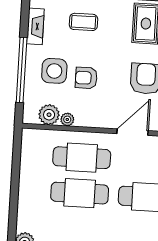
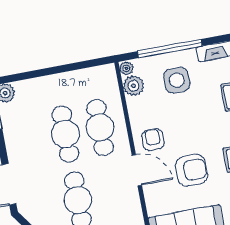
armchair: (86, 78) -> (153, 140), moved
plant: (67, 119) -> (126, 68), moved

